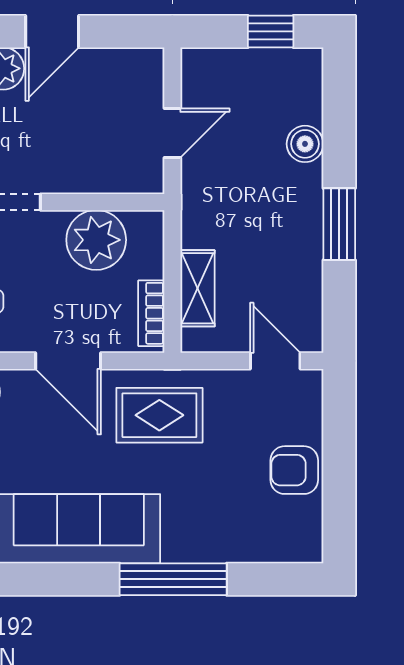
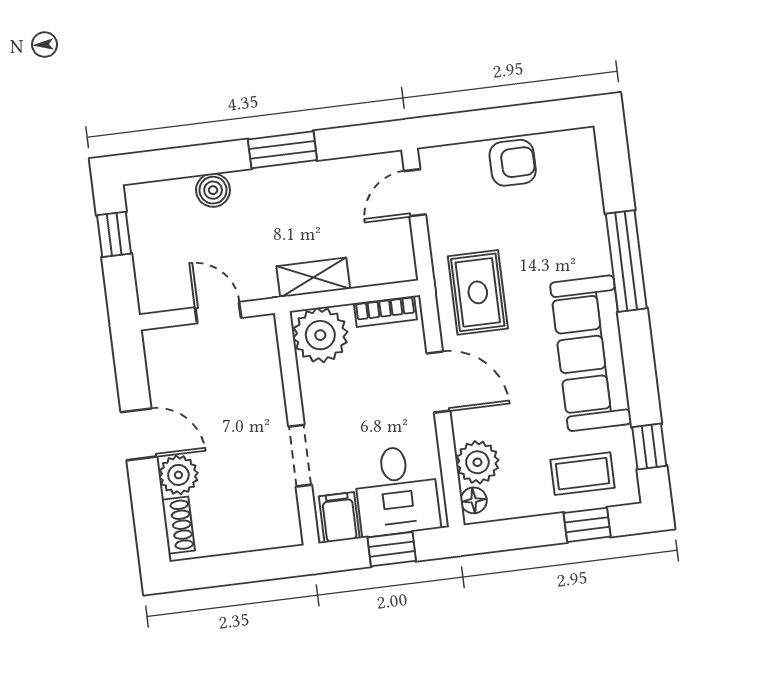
plant: (96, 240) -> (320, 335), moved
shelving: (198, 288) -> (313, 277), moved
door: (68, 361) -> (438, 382), hinge flipped
armchair: (294, 470) -> (513, 163), turned -90

